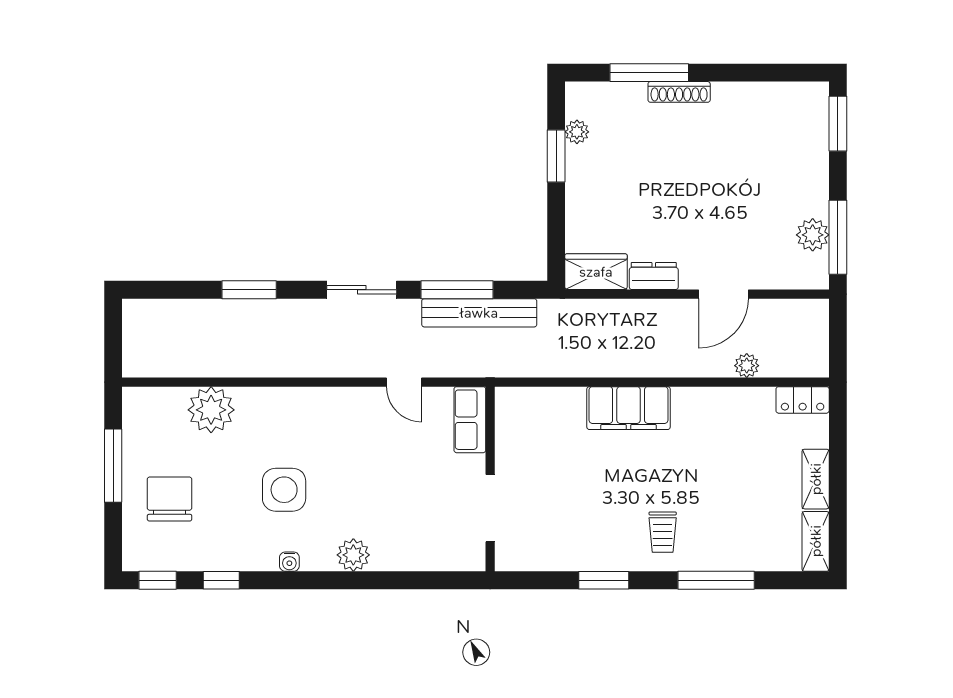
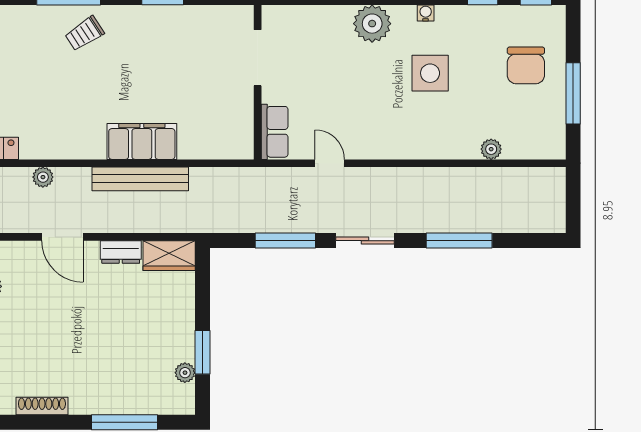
shoe rack: (679, 92) -> (42, 406), moved
window: (249, 290) -> (459, 241), width x1.44
door: (723, 294) -> (62, 237), swing flipped
bench: (479, 313) -> (140, 179), moved
plant: (211, 410) -> (491, 149), width x0.53, depth x0.53
trolley: (663, 532) -> (84, 33), moved, turned -123
plant: (353, 555) -> (372, 24), width x1.36, depth x1.36

